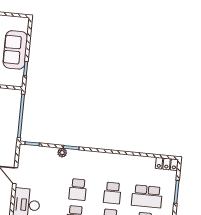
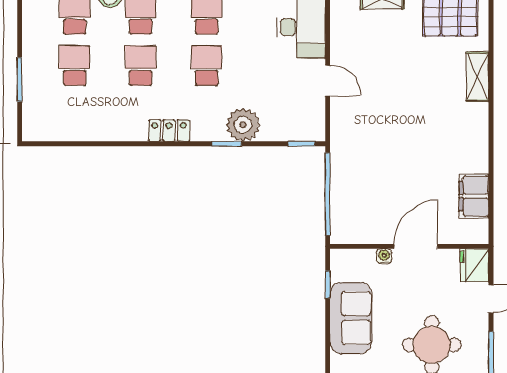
plant: (62, 153) -> (243, 125), width x1.88, depth x1.88
locker: (167, 164) -> (169, 130), moved
school desk: (147, 196) -> (75, 66), width x0.54

